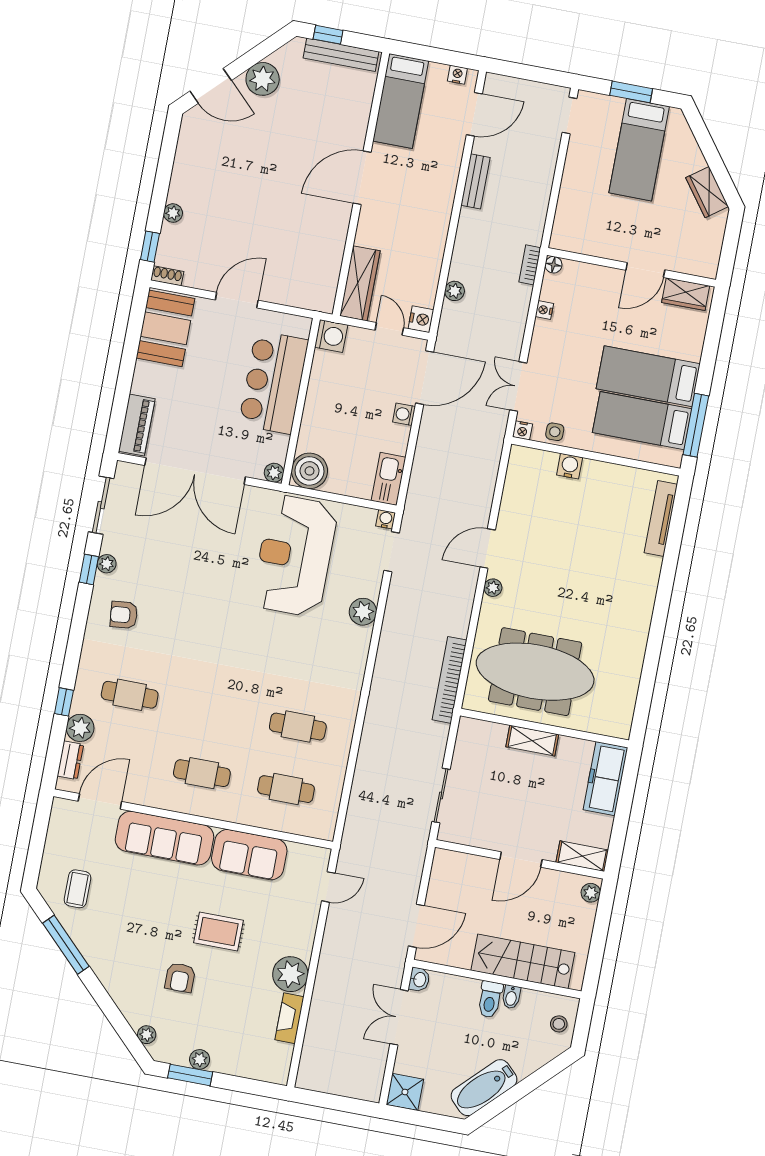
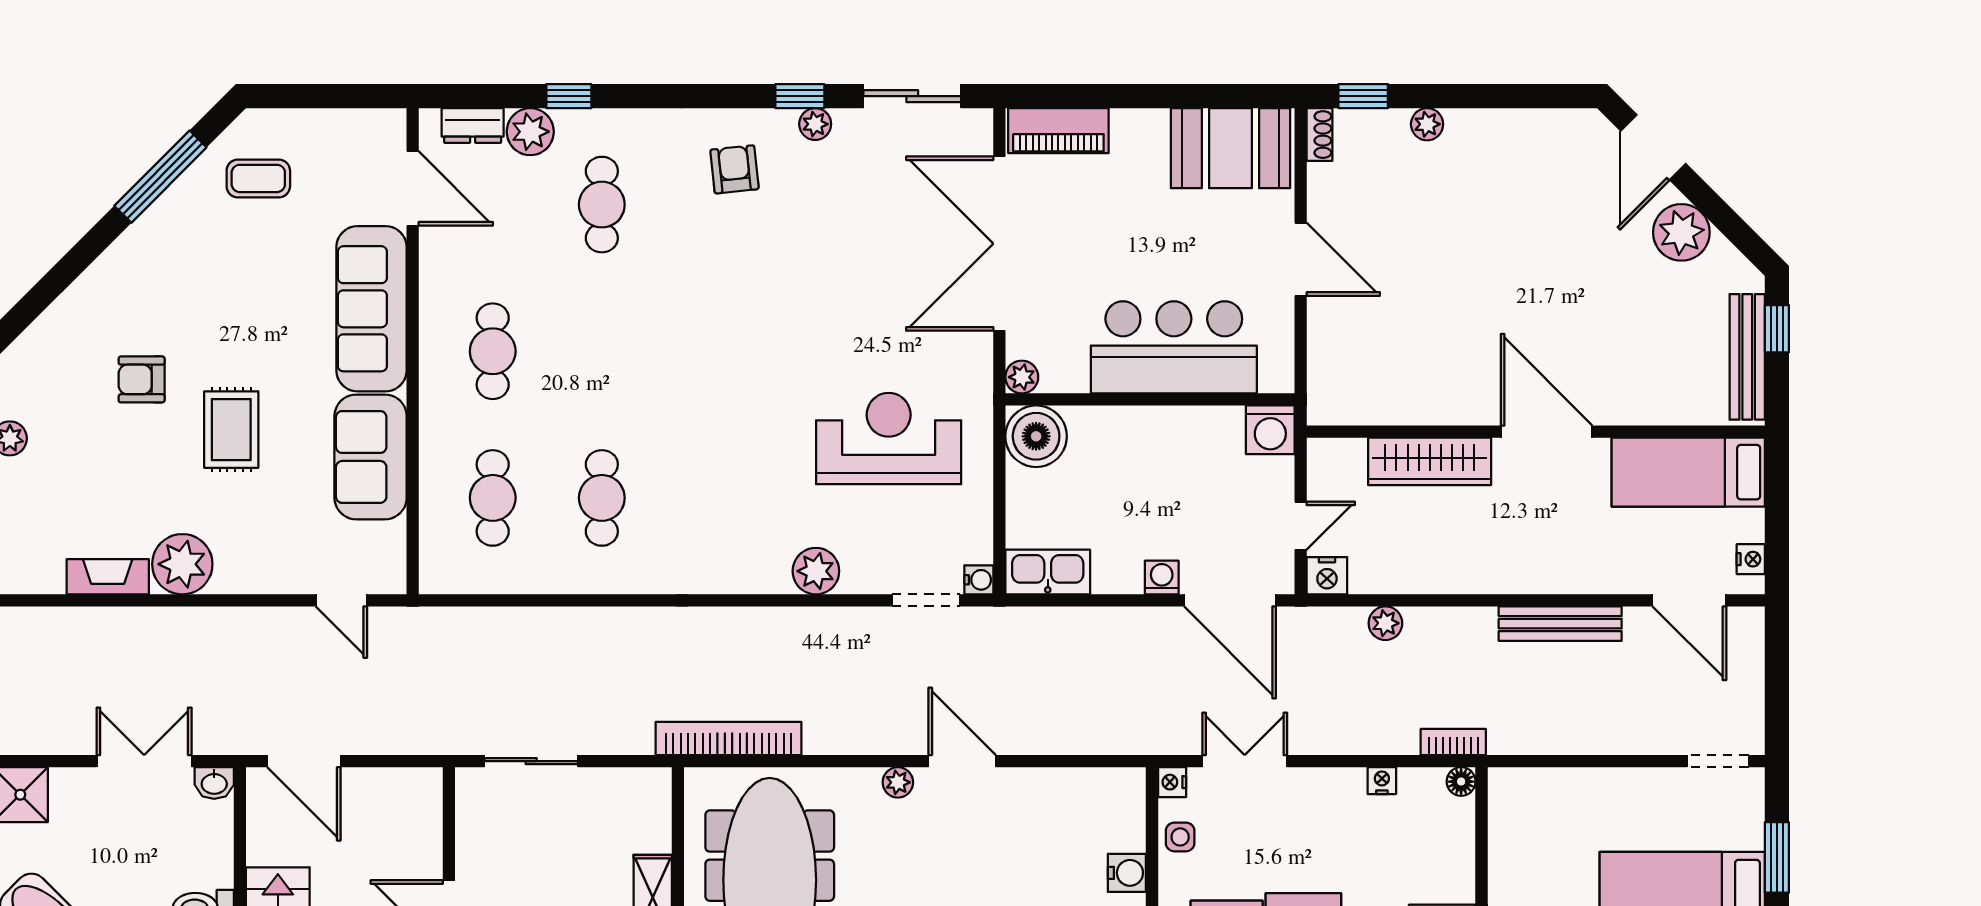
bench: (475, 181) -> (1560, 624), width x1.36
wardrobe: (360, 283) -> (1430, 461), moved
reception desk: (295, 556) -> (889, 439), width x0.74, depth x0.77
plant: (147, 1035) -> (35, 341), removed

